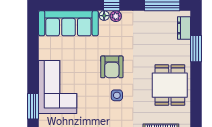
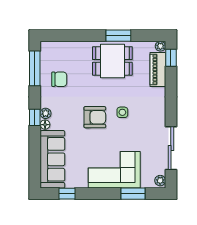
dresser: (184, 28) -> (57, 47), removed
chair: (151, 30) -> (59, 79), added
window: (33, 38) -> (67, 194), added
window: (196, 49) -> (118, 36), moved

